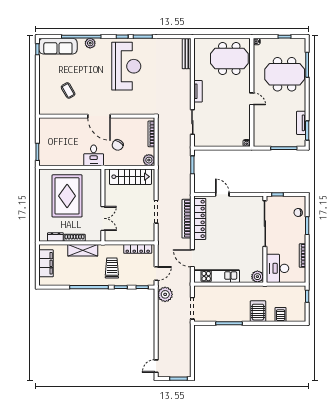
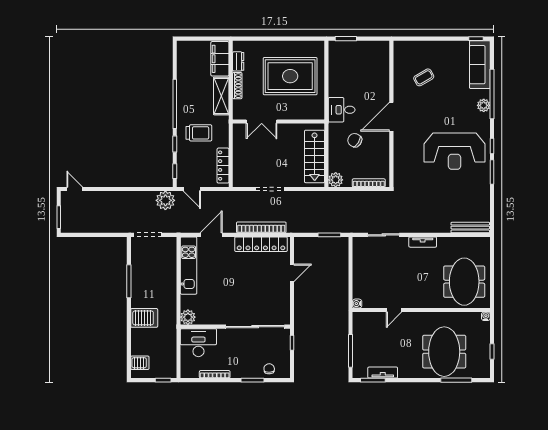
door: (252, 99) -> (394, 310), moved
filing cabinet: (46, 263) -> (220, 59), moved, turned 90
server rack: (281, 315) -> (140, 363), moved

